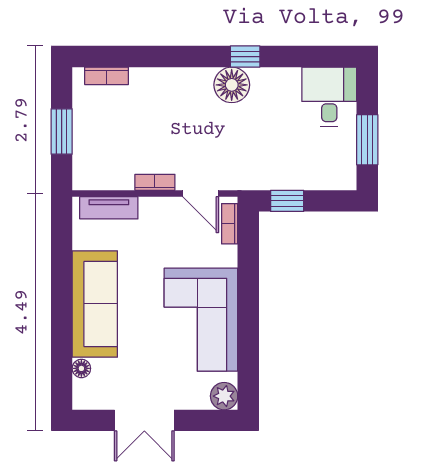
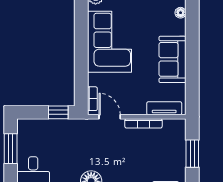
bookcase: (155, 182) -> (143, 123), width x1.56
sofa: (95, 304) -> (173, 59), width x0.73

